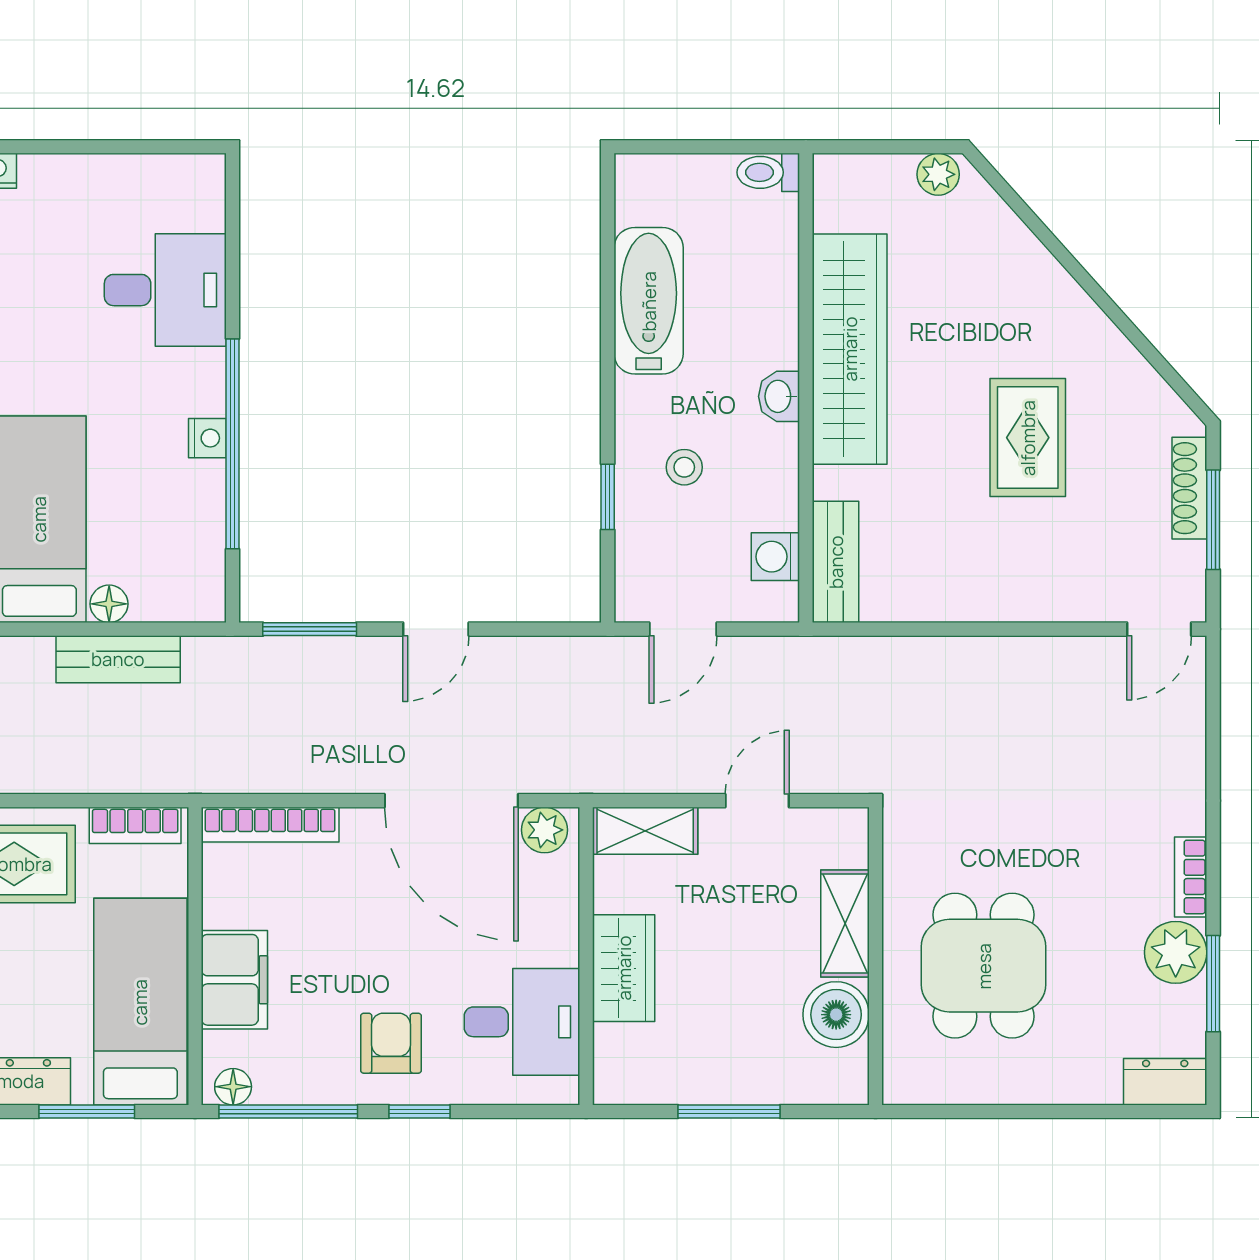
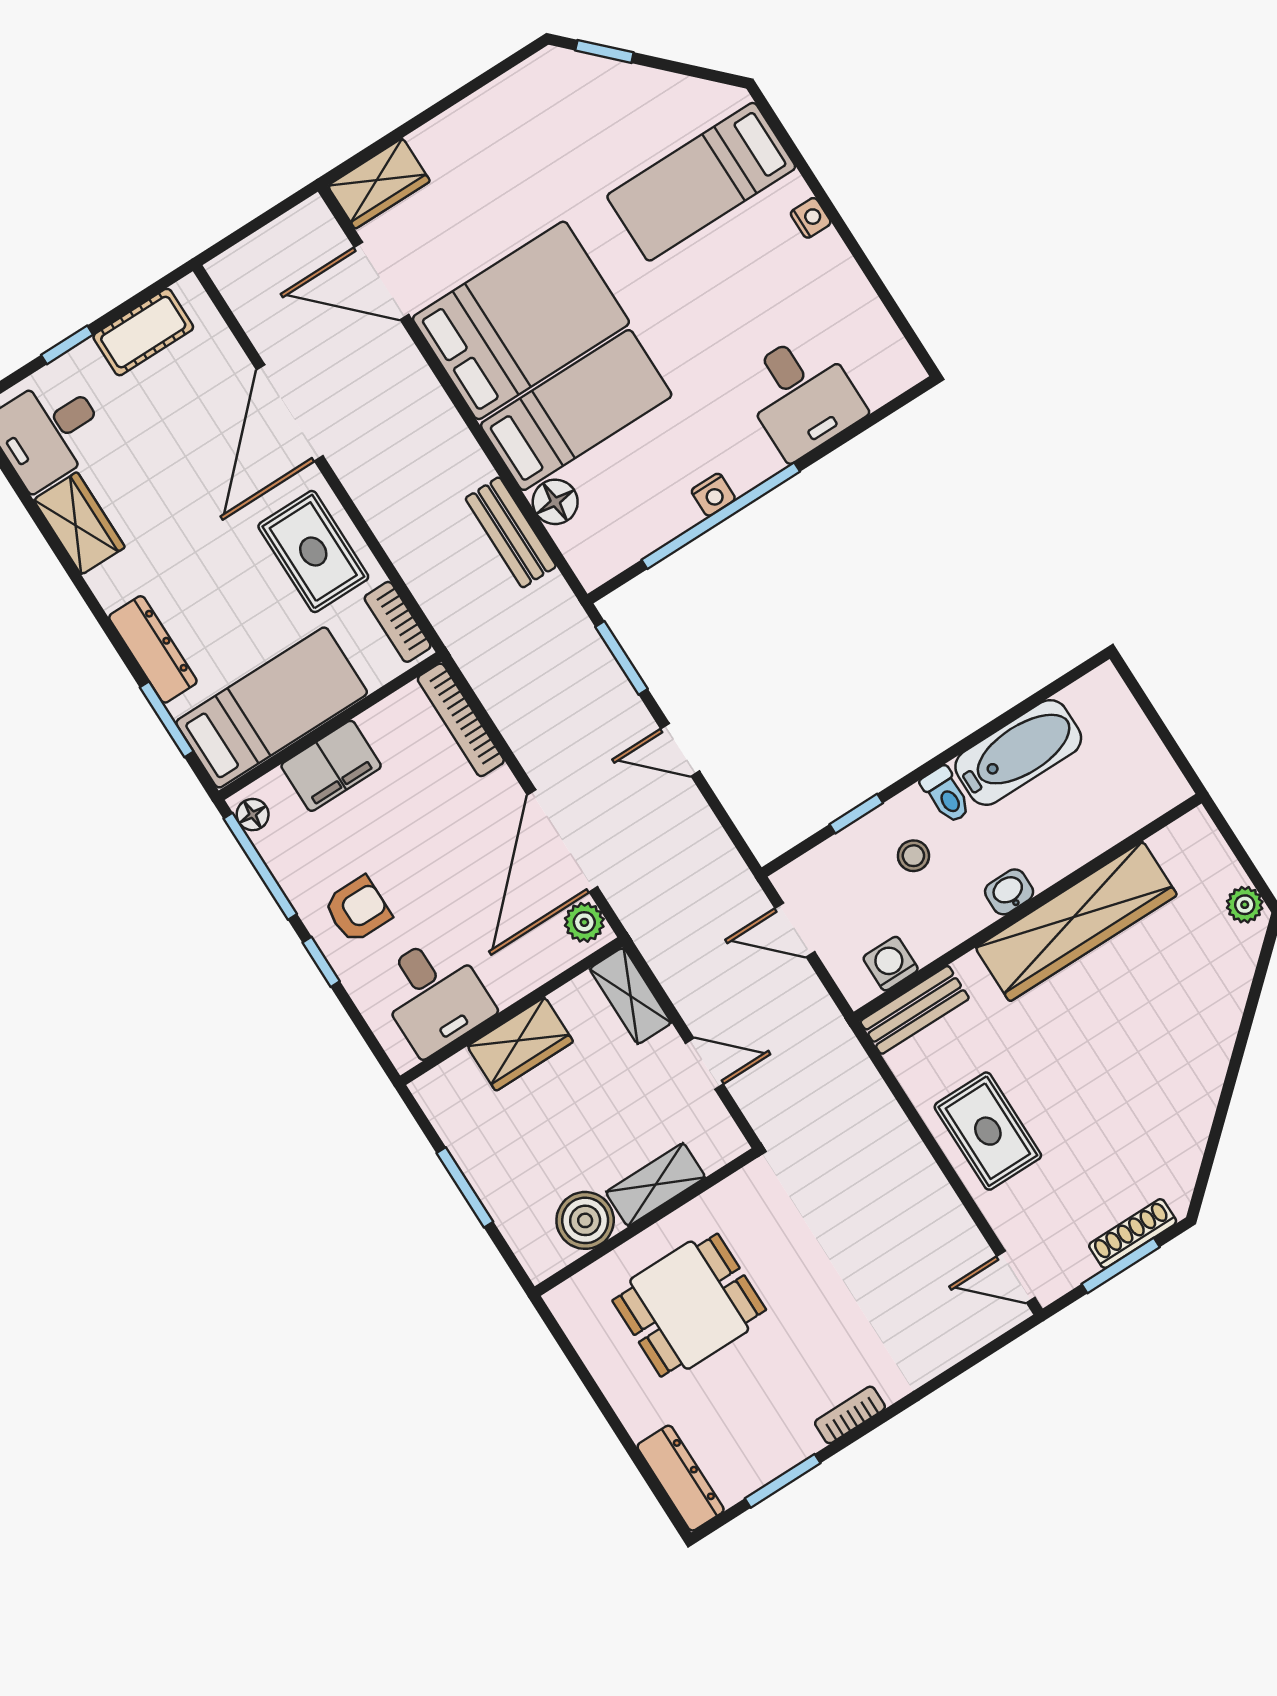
toilet: (768, 172) -> (946, 795), moved, turned 180
rug: (1028, 438) -> (988, 1131), moved, turned 90
floor lamp: (109, 604) -> (555, 502), width x1.37, depth x1.37
plant: (1176, 952) -> (788, 1439), removed
dresser: (1165, 1082) -> (681, 1478), width x1.44

